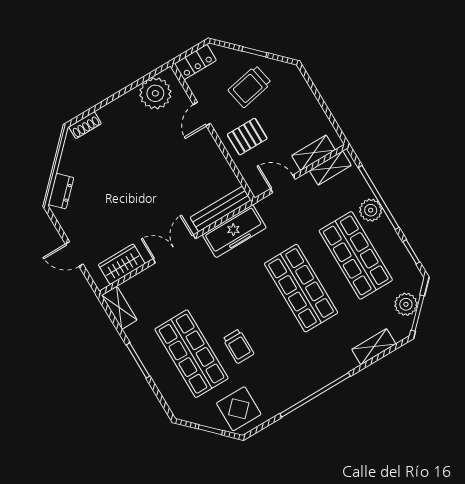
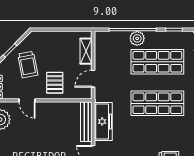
shelving: (330, 168) -> (100, 47), removed

